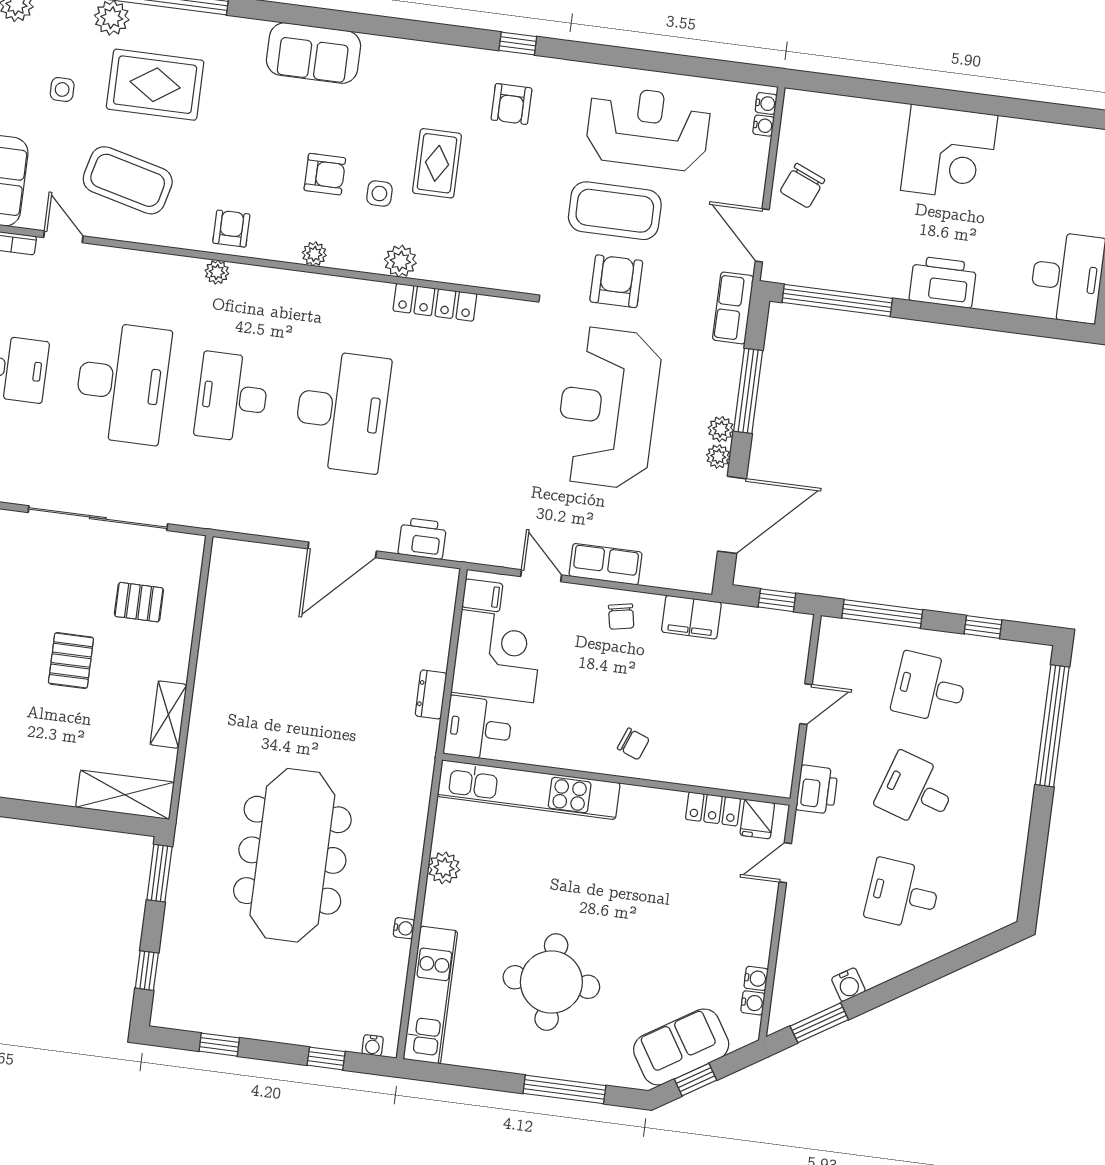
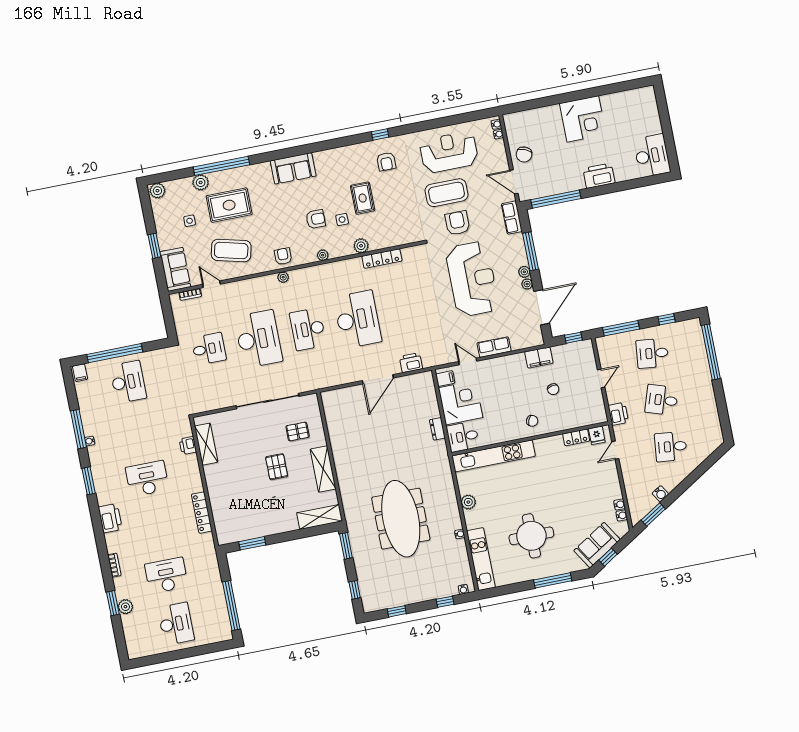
reception desk: (608, 408) -> (472, 279), turned 180
chair: (621, 617) -> (553, 389), moved
shelving: (168, 715) -> (323, 469), width x1.50, depth x1.33

